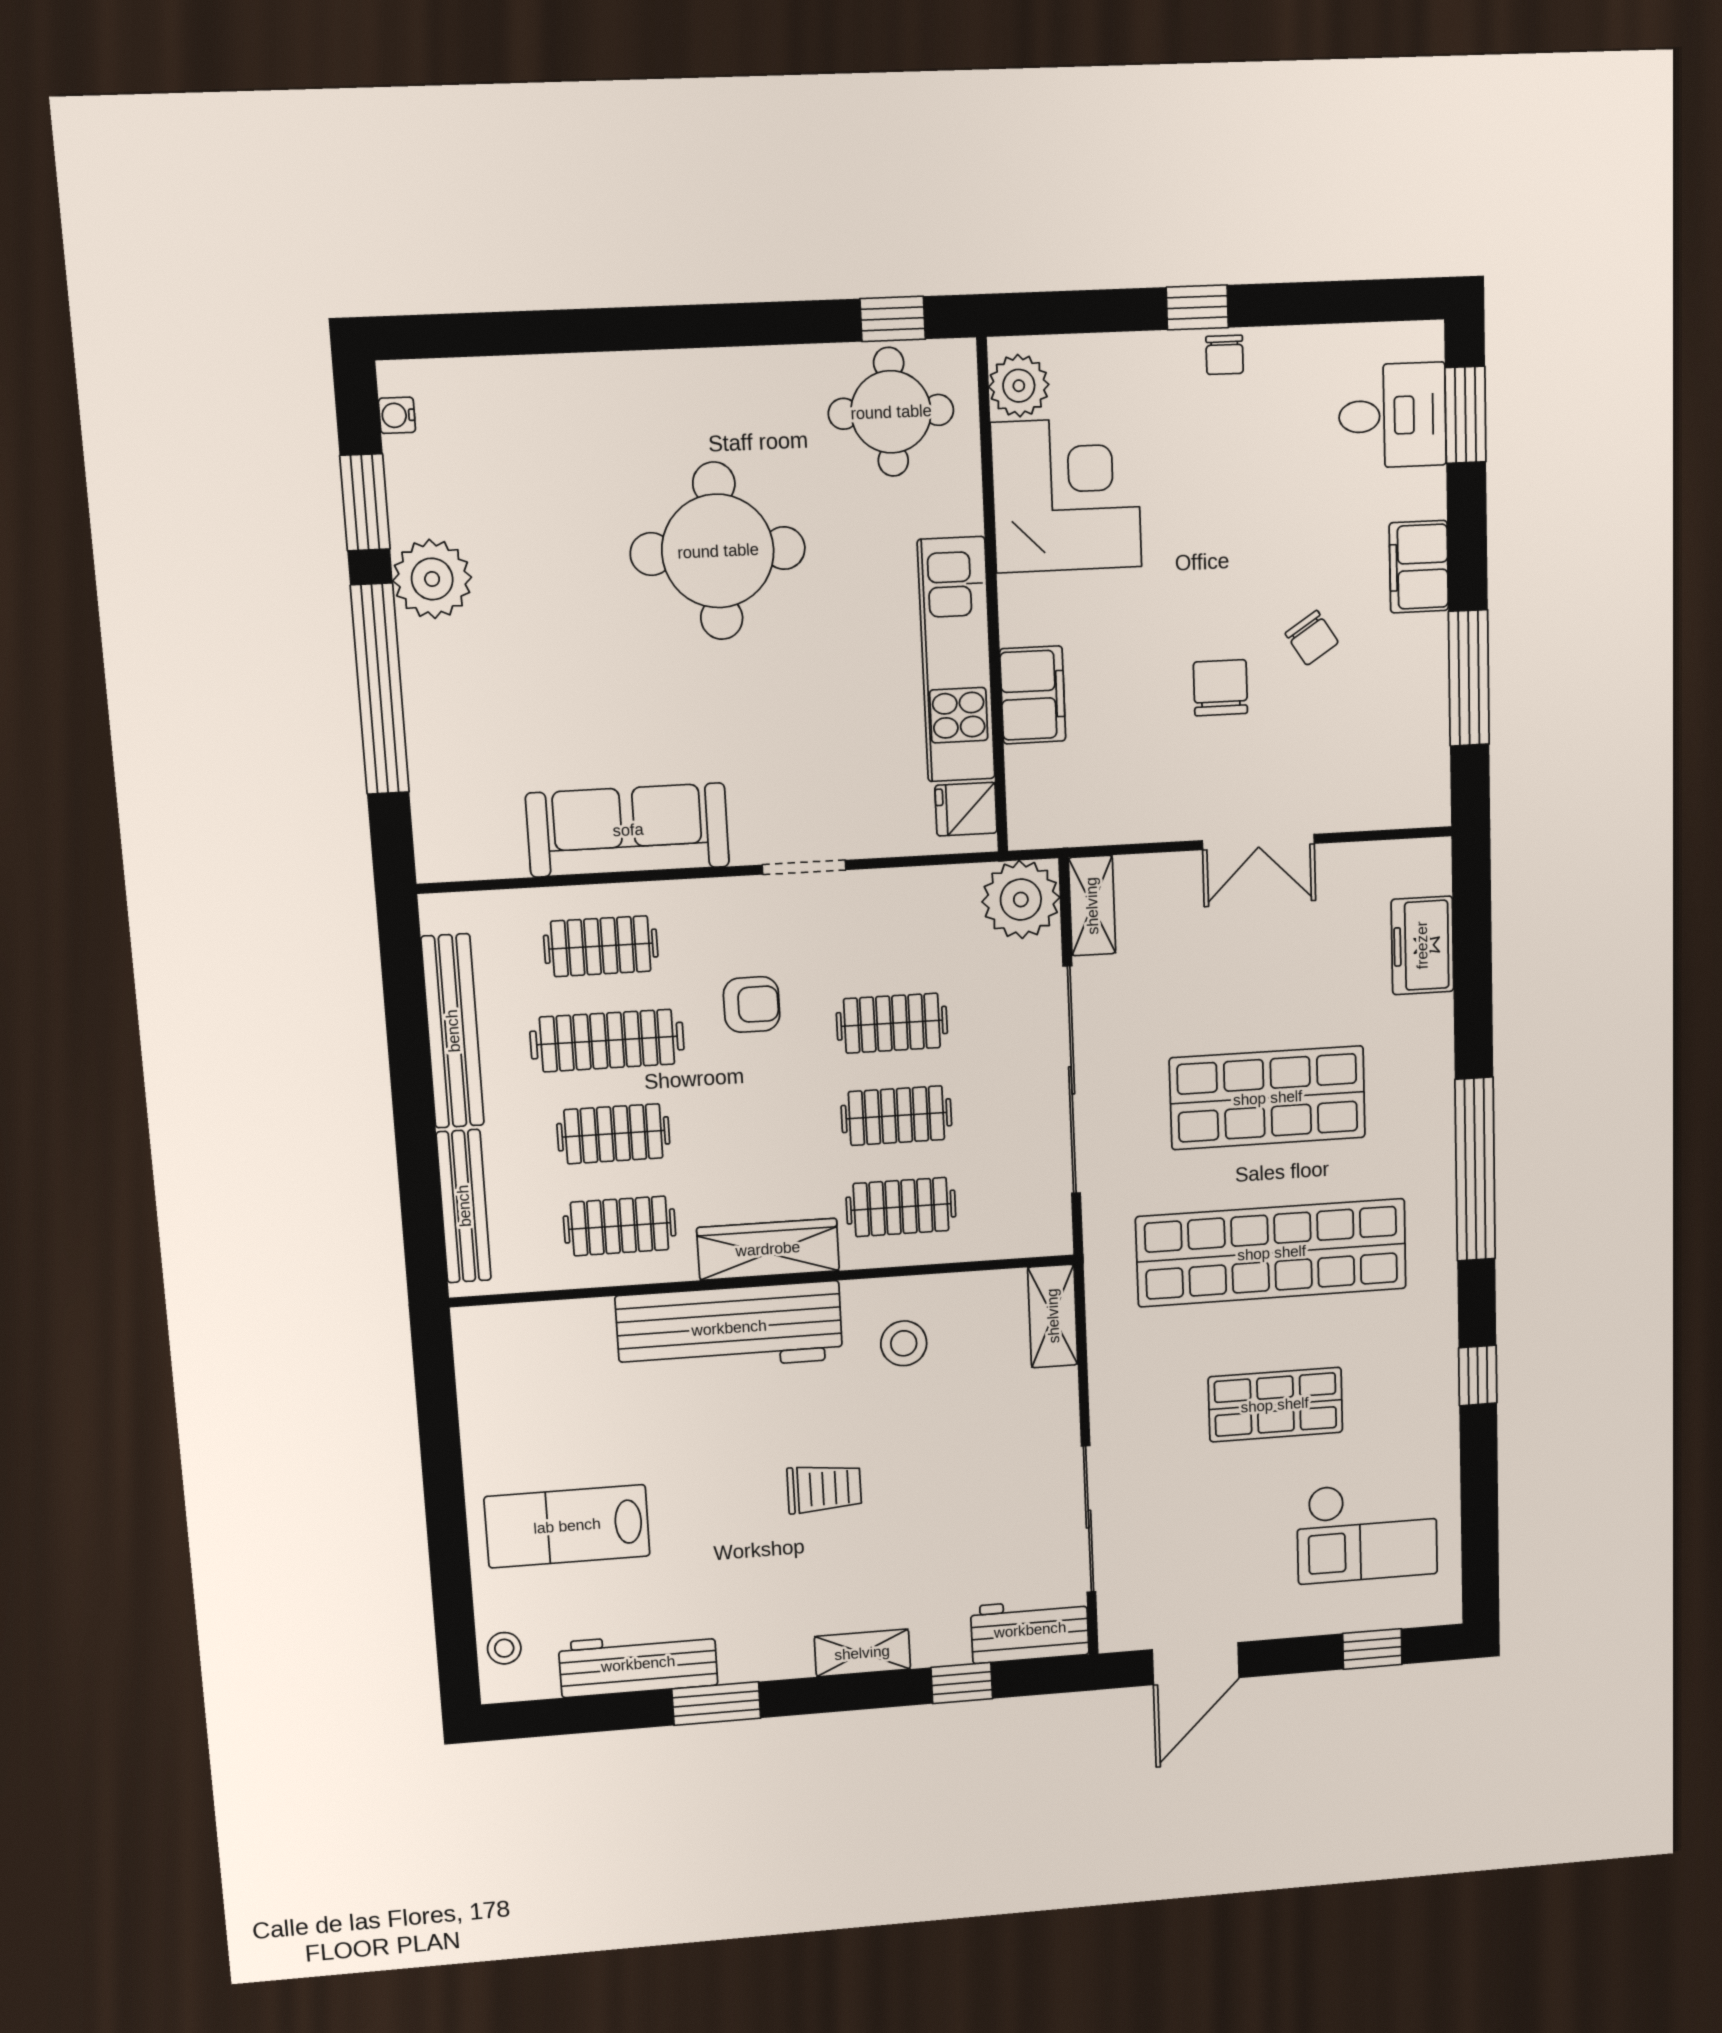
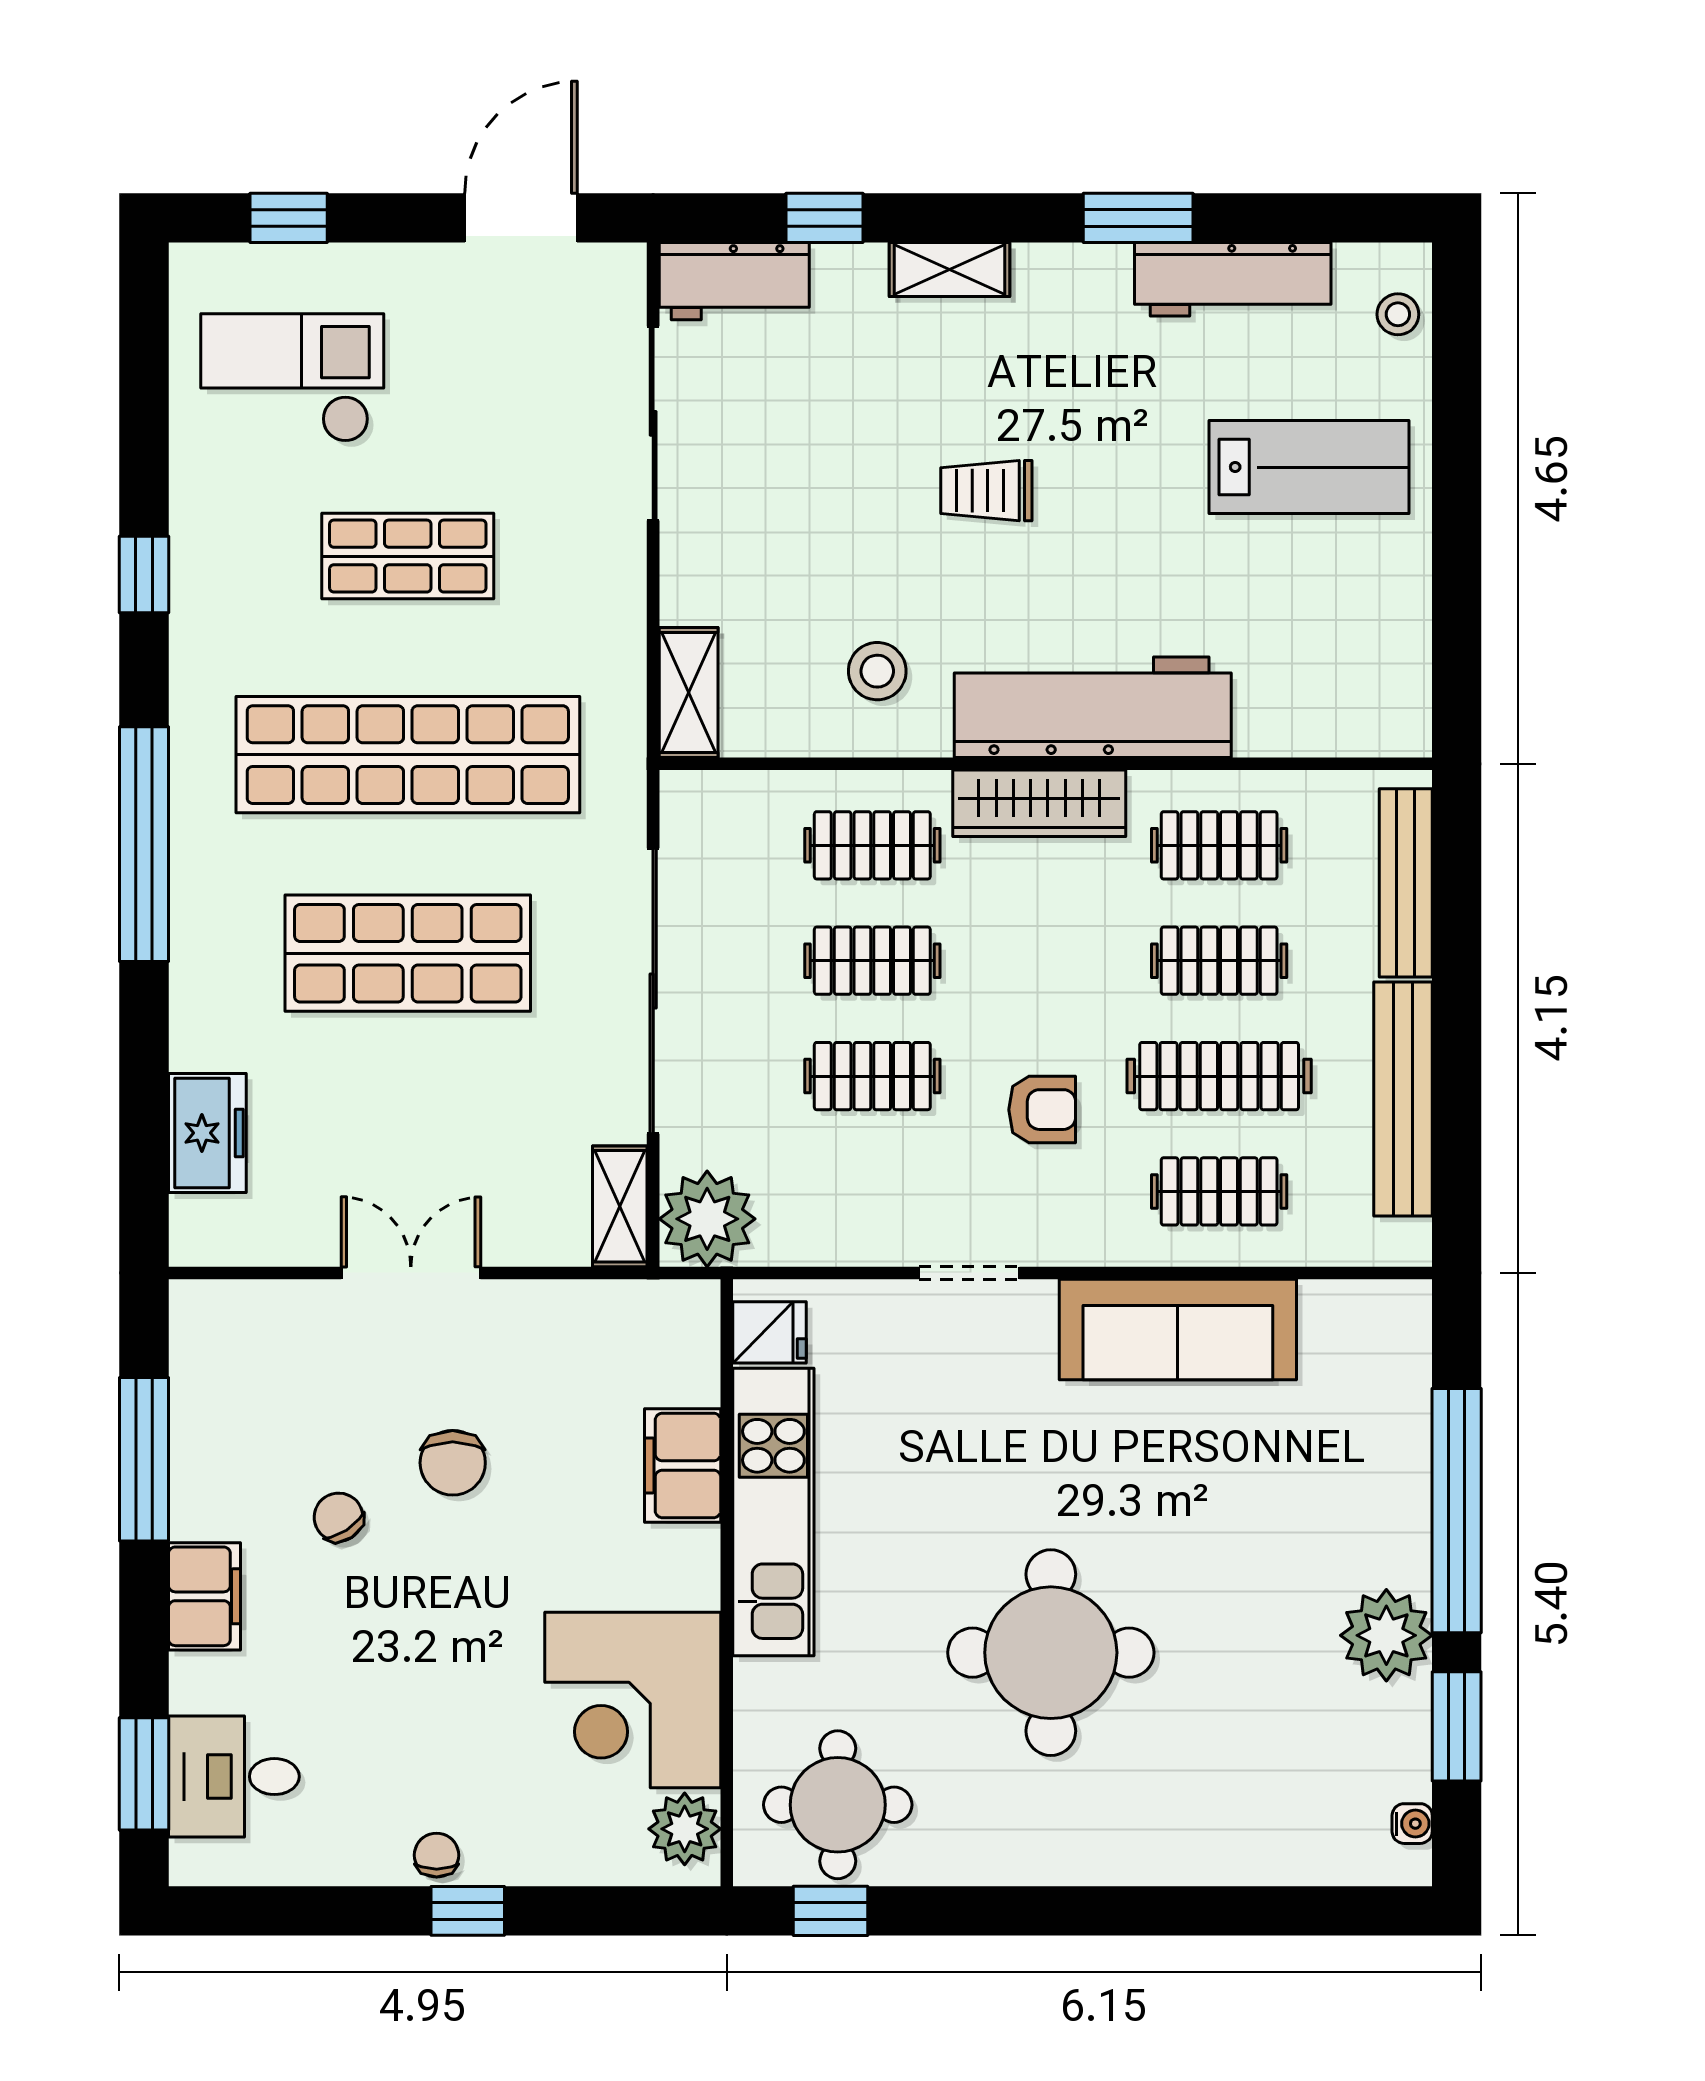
armchair: (752, 1004) -> (1042, 1110), turned 180

